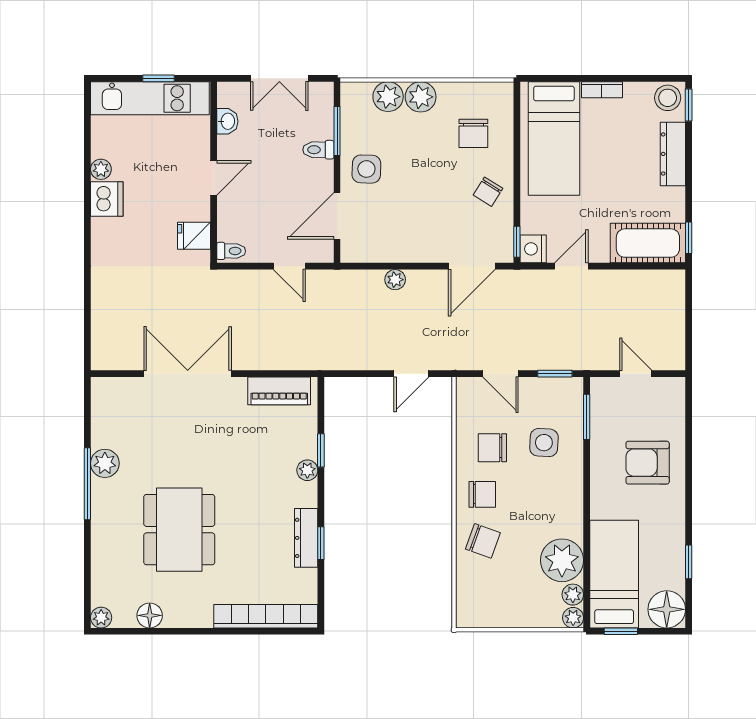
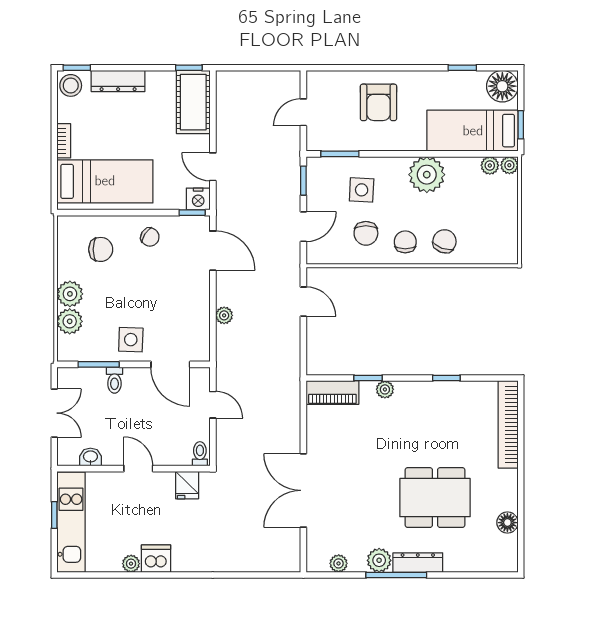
door: (289, 266) -> (213, 405), hinge flipped
piano: (279, 391) -> (332, 393), moved, turned 90
dresser: (306, 538) -> (418, 563), moved, turned 180
plant: (562, 560) -> (427, 175), moved
plant: (101, 618) -> (339, 563), moved

